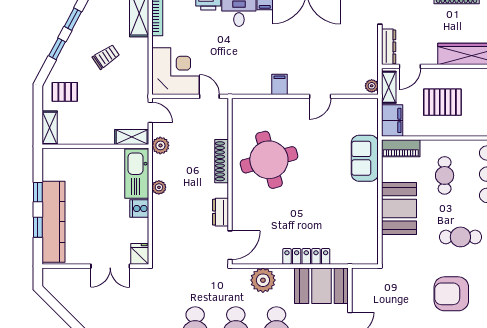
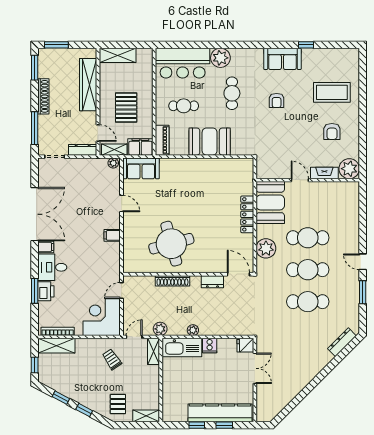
trolley: (106, 57) -> (112, 359), moved
sofa: (365, 158) -> (141, 168), moved
armchair: (451, 294) -> (277, 100), width x0.53, depth x0.53

